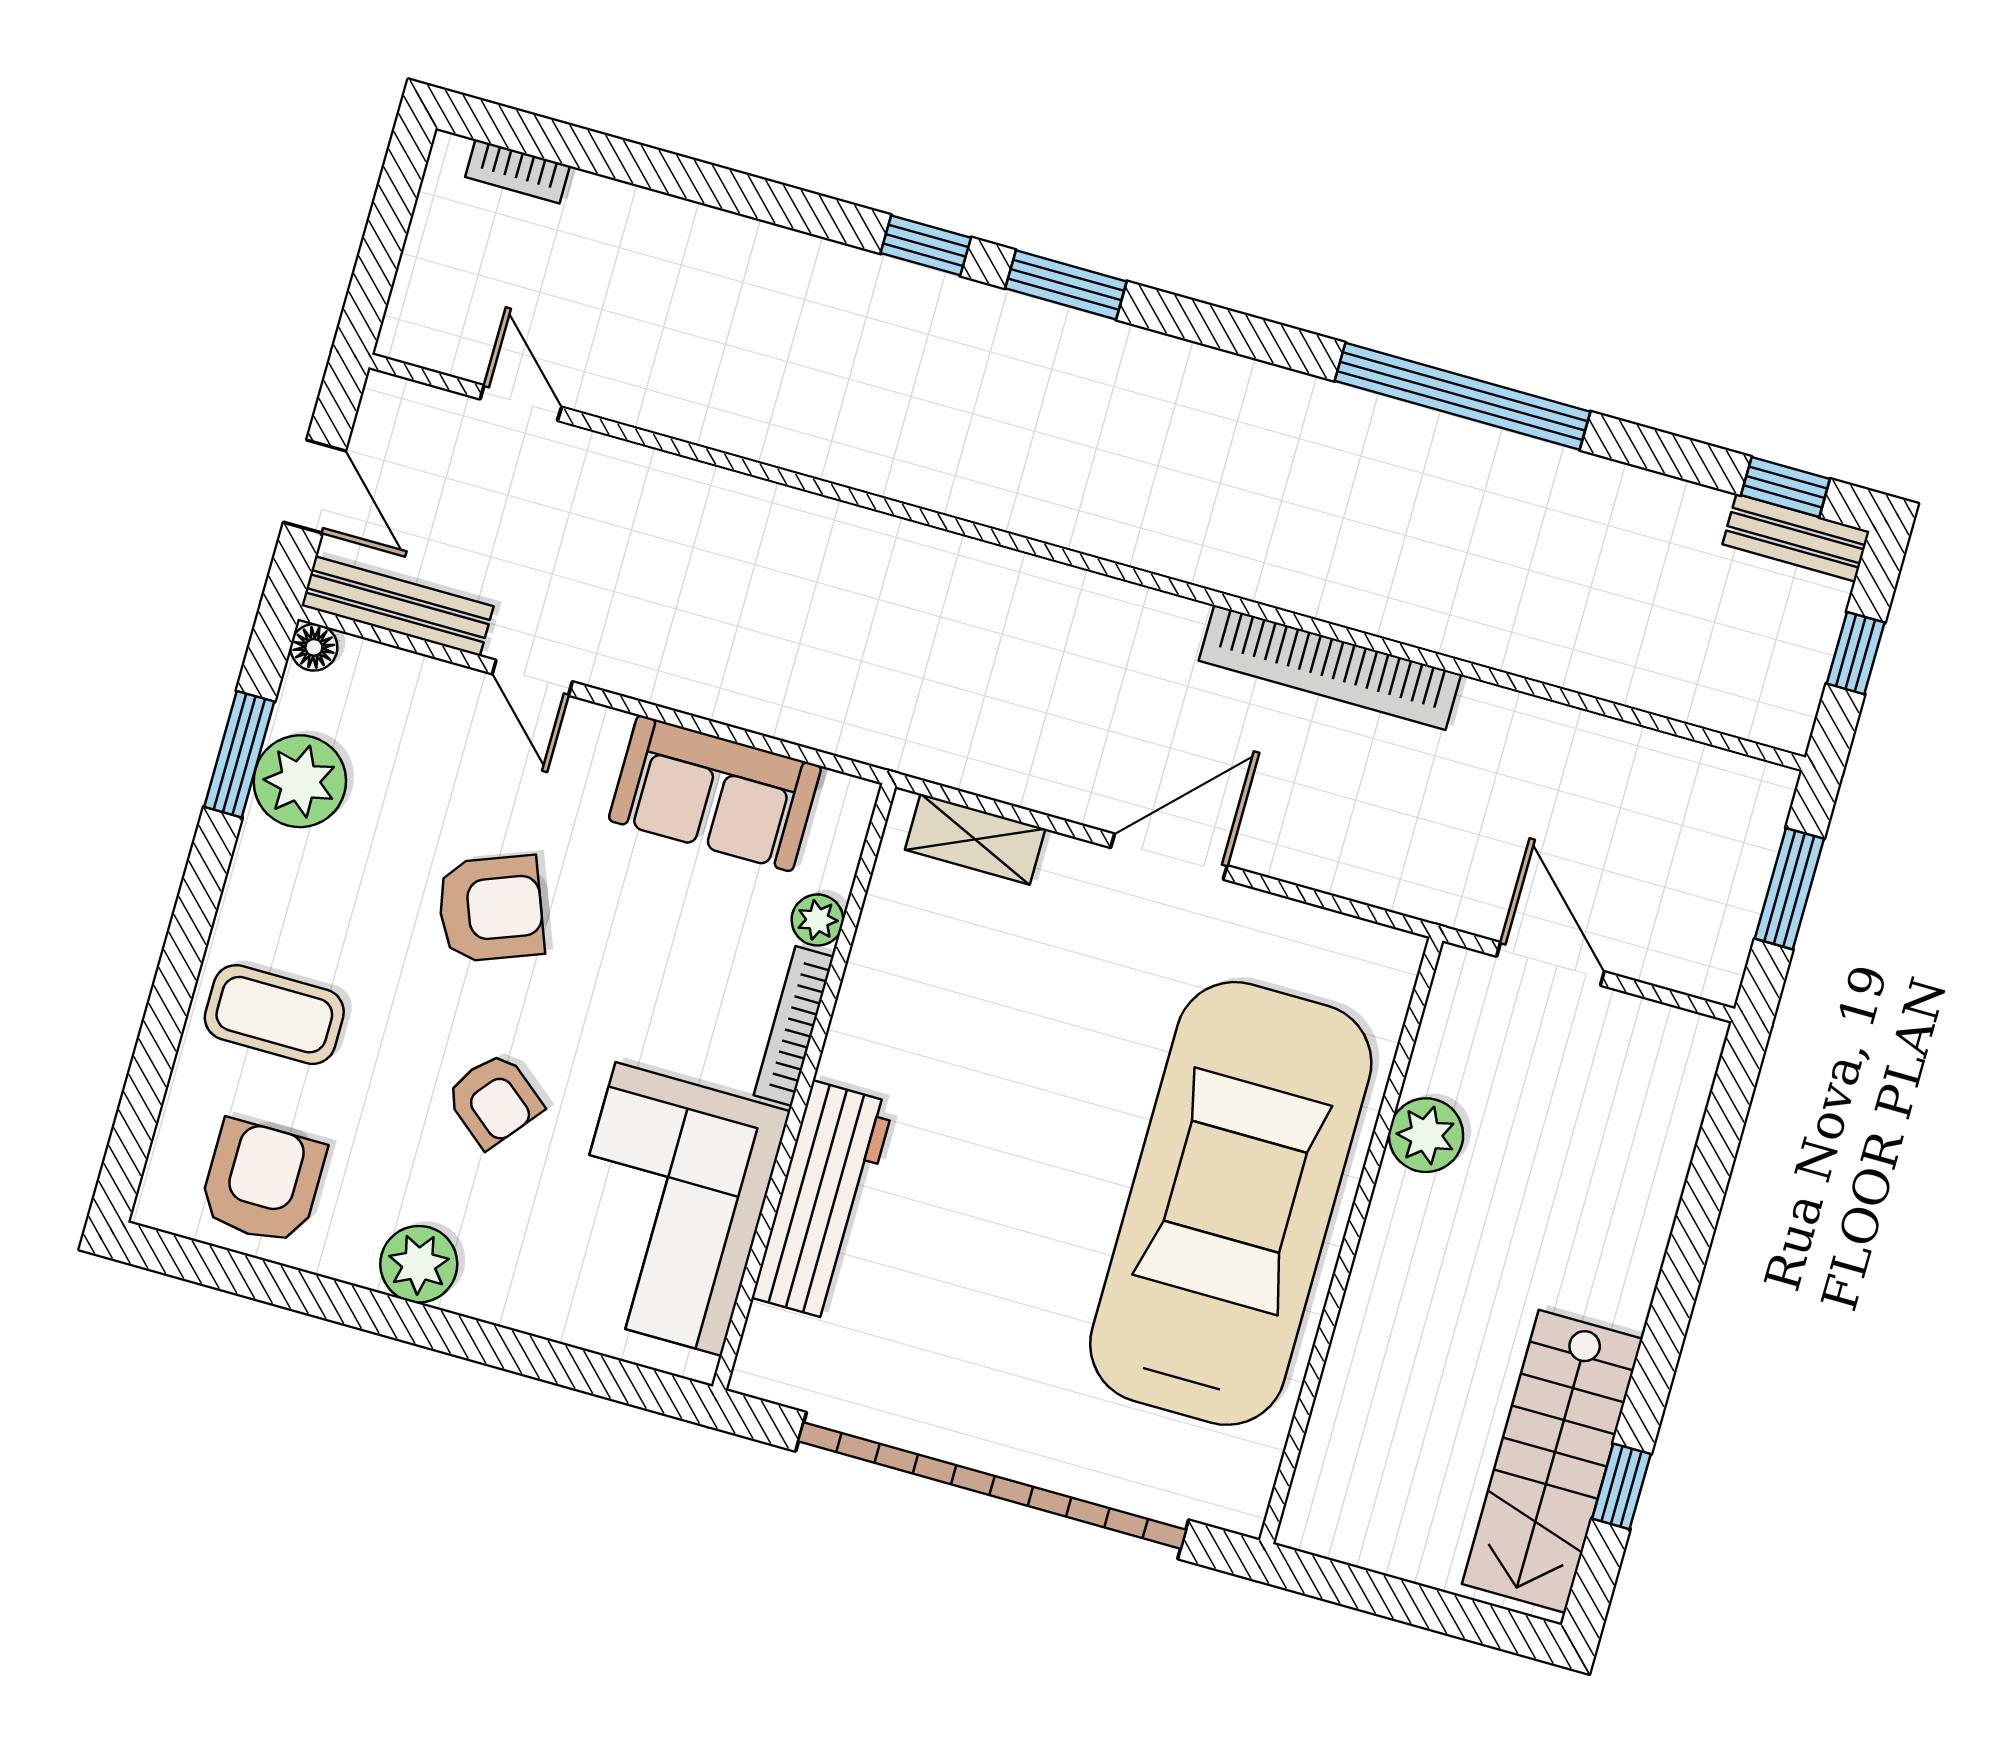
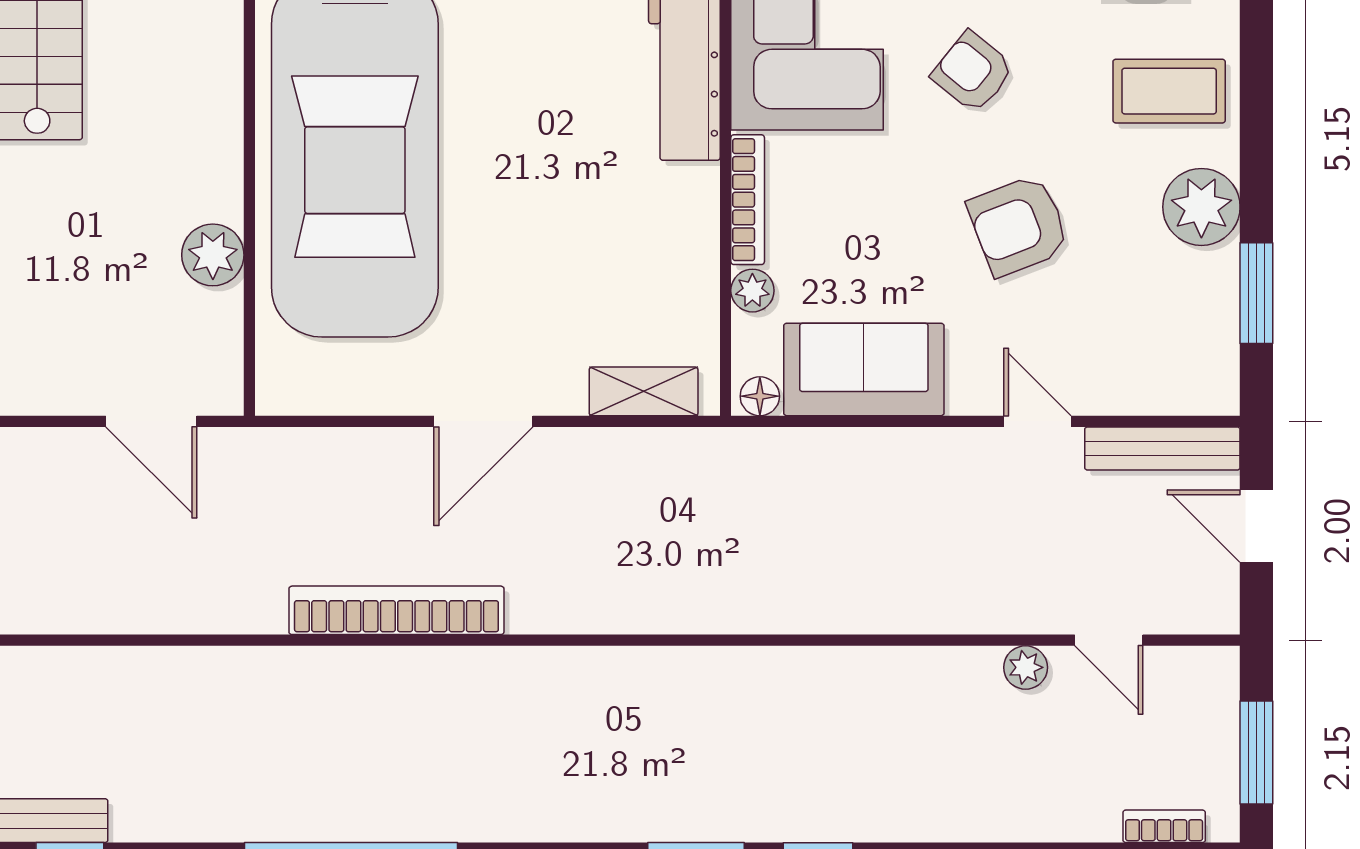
window: (388, 227) -> (1256, 752), added
plant: (625, 399) -> (1026, 667), added
floor lamp: (314, 647) -> (760, 396), moved
plant: (300, 781) -> (1201, 207), moved

